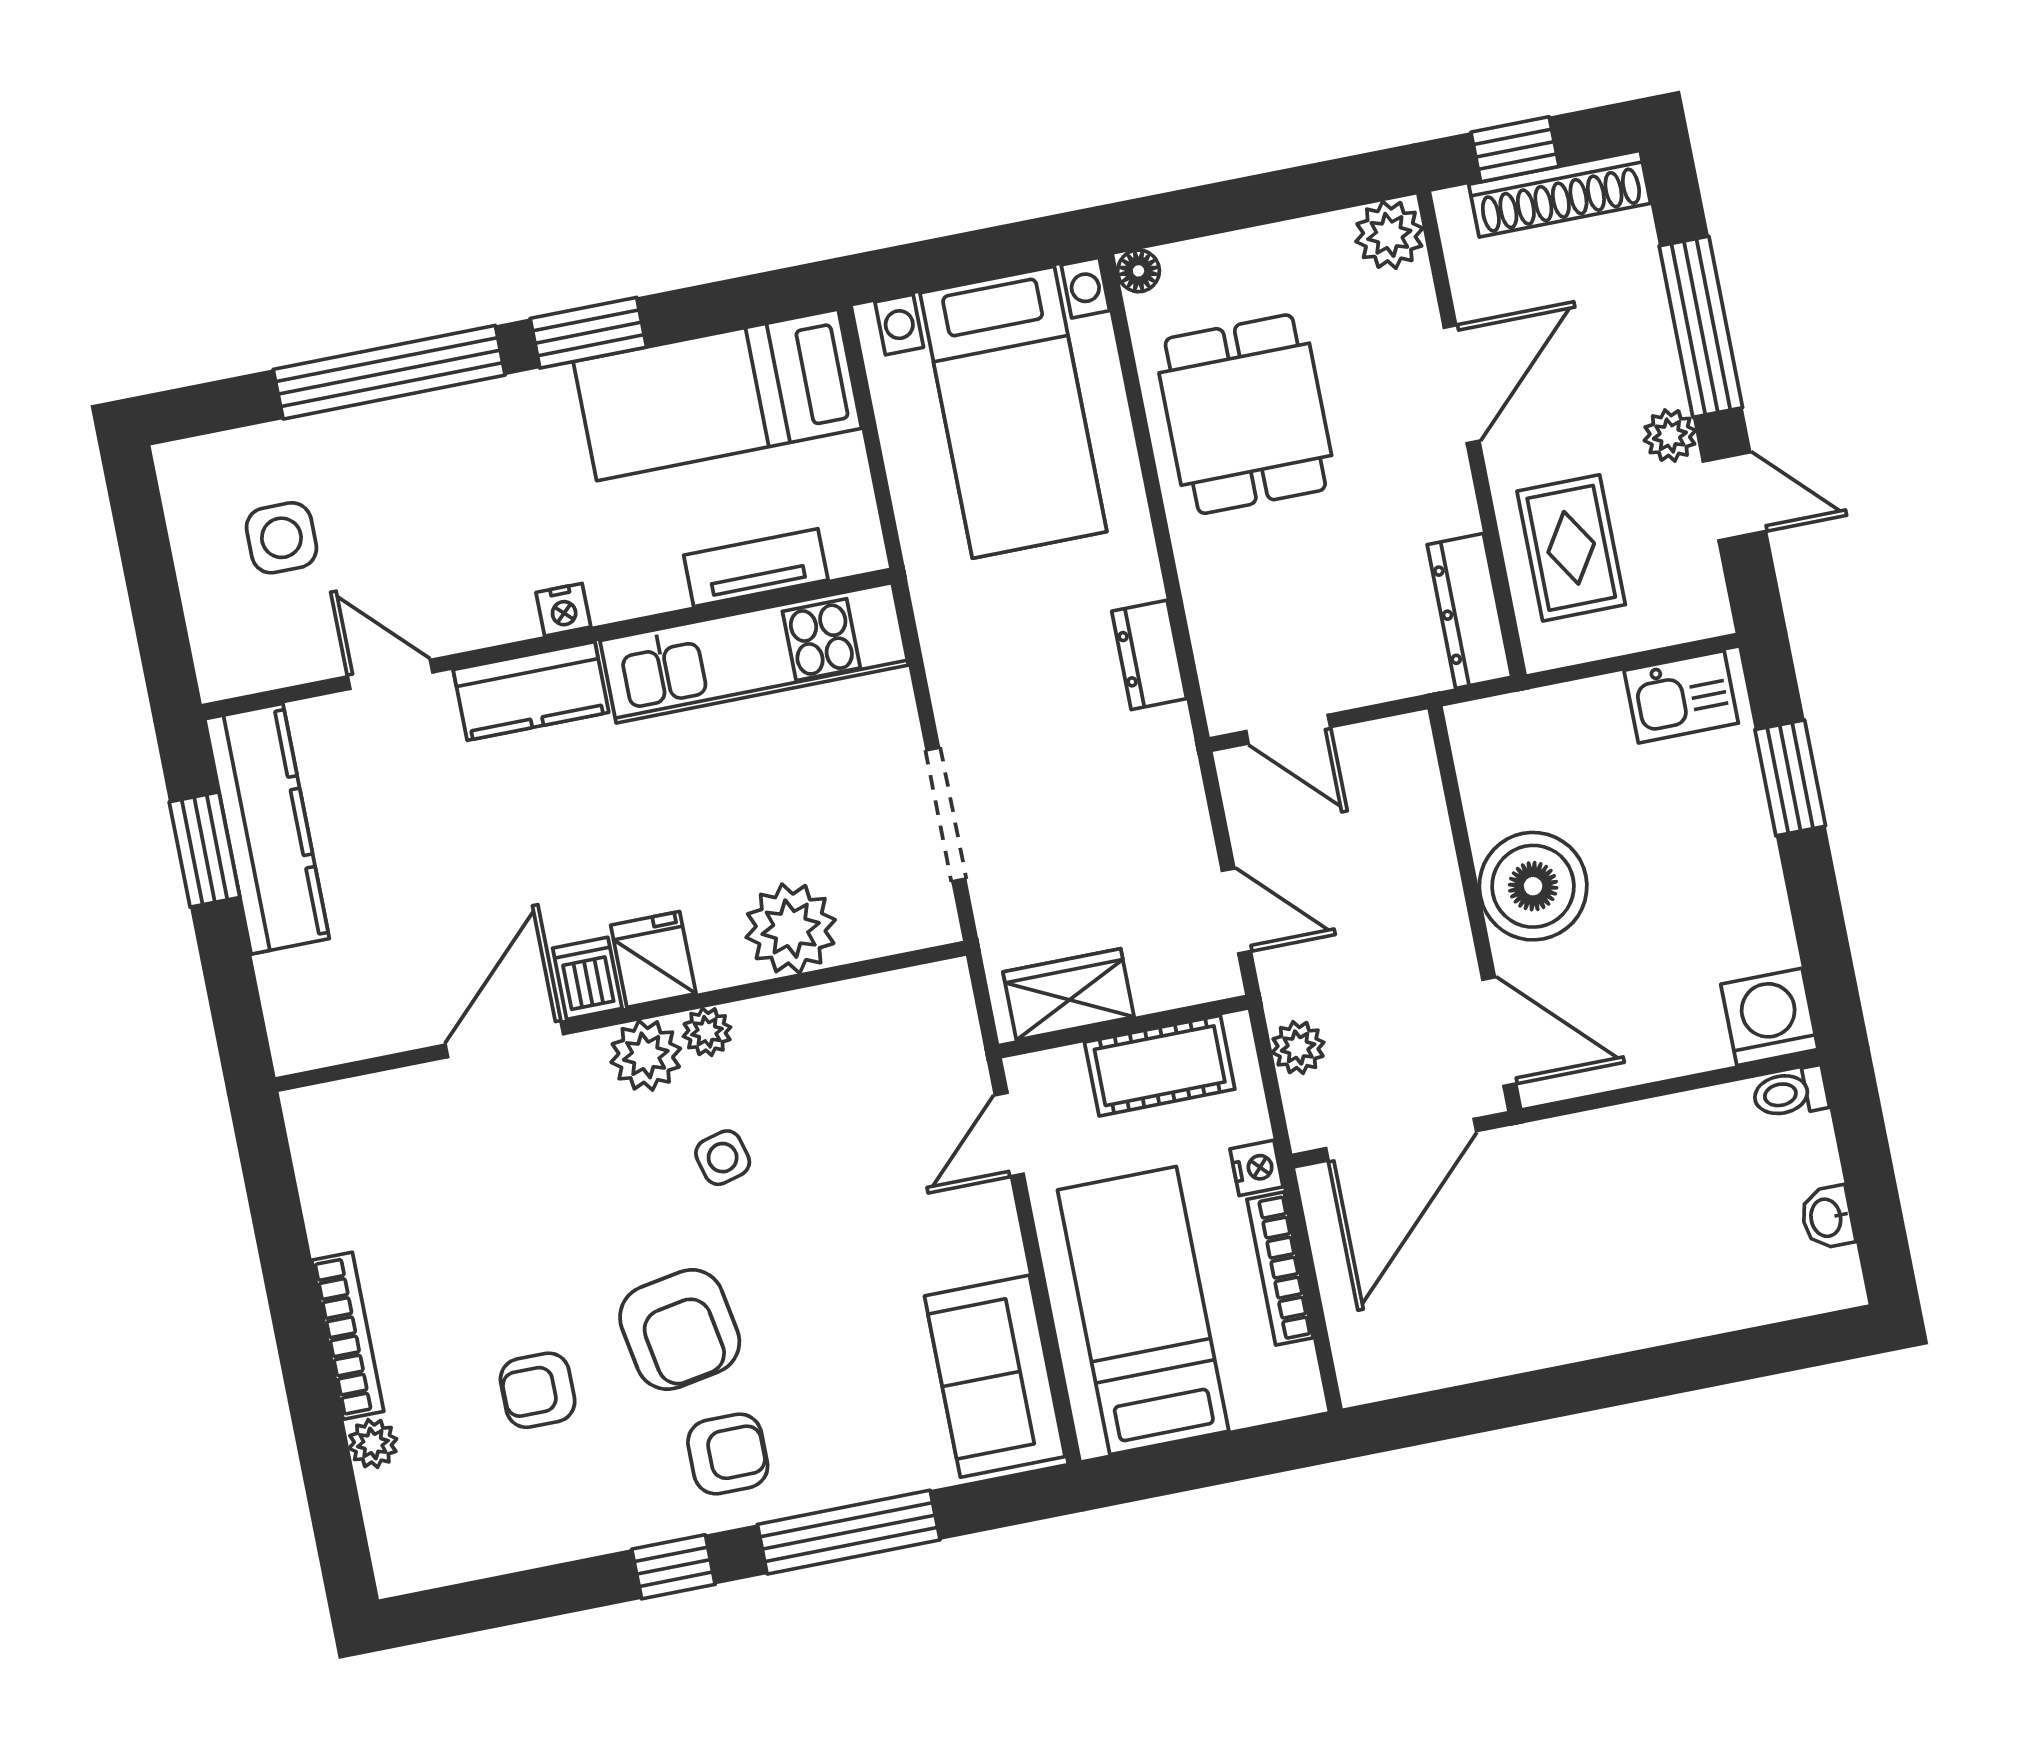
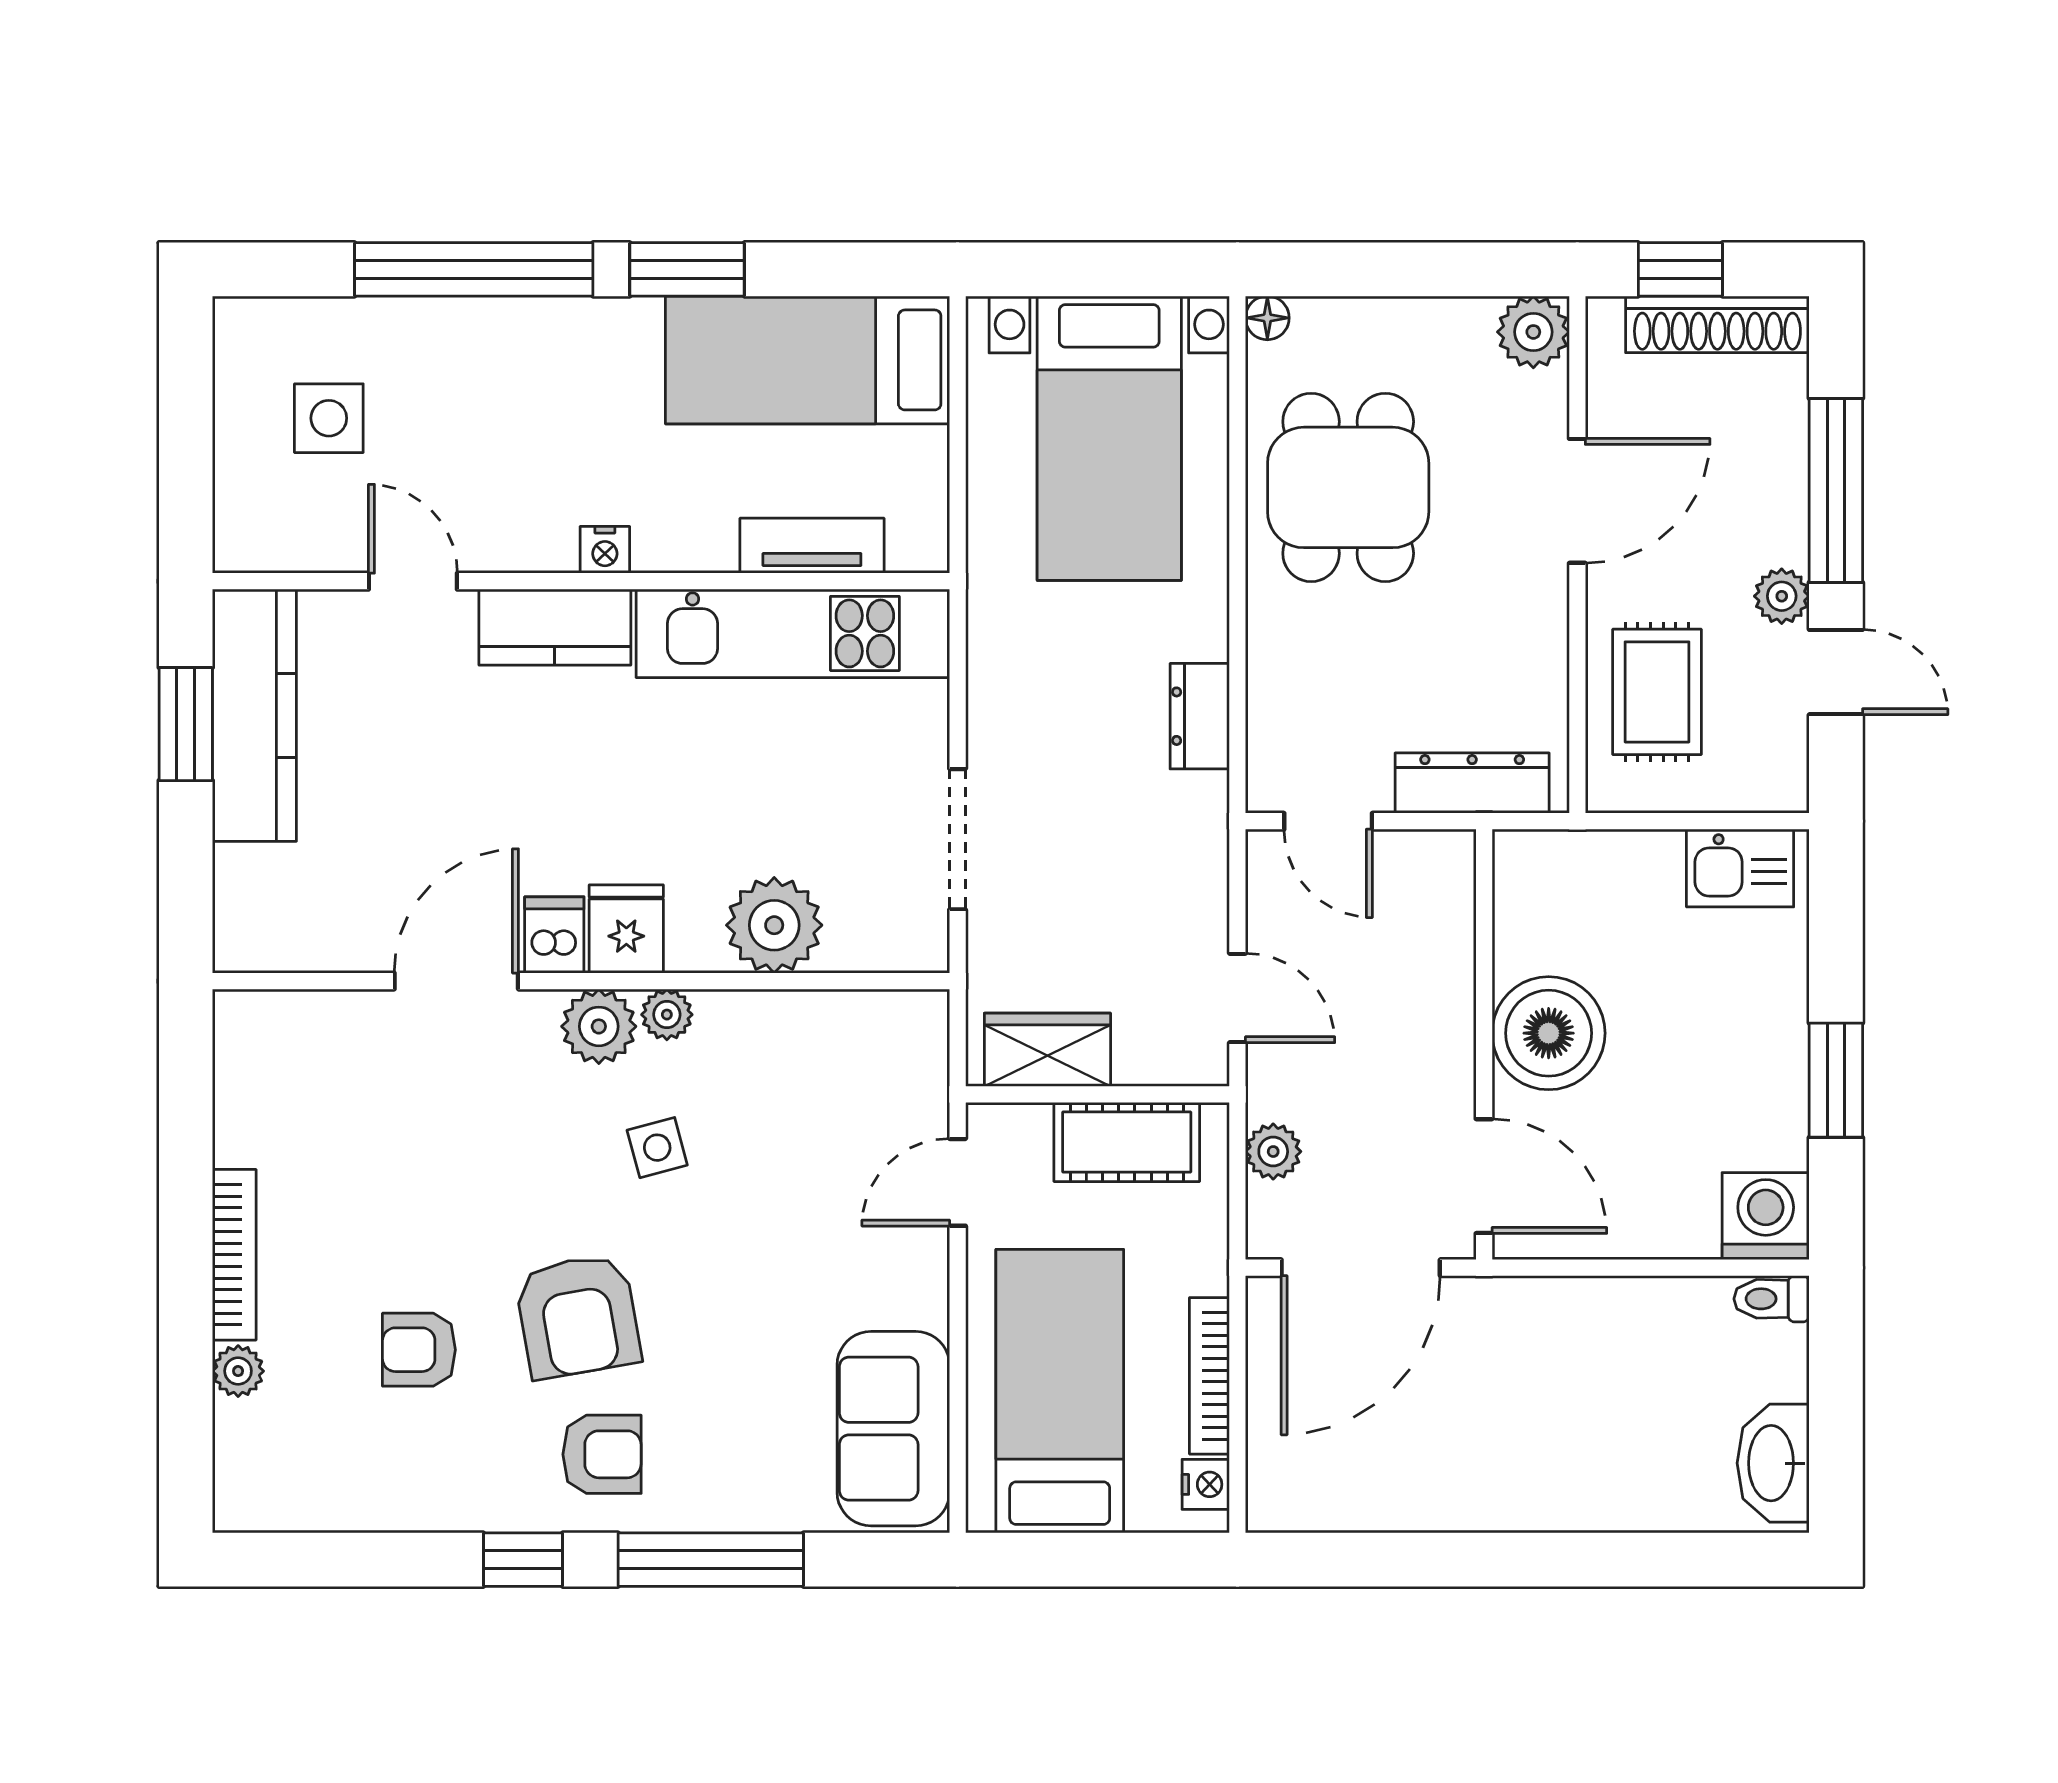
dresser: (1469, 611) -> (1472, 783), moved, turned 90
window: (1790, 778) -> (1836, 1080), moved
nightstand: (1257, 1168) -> (1206, 1484), moved
washbasin: (1827, 1217) -> (1773, 1463), width x1.91, depth x1.45

